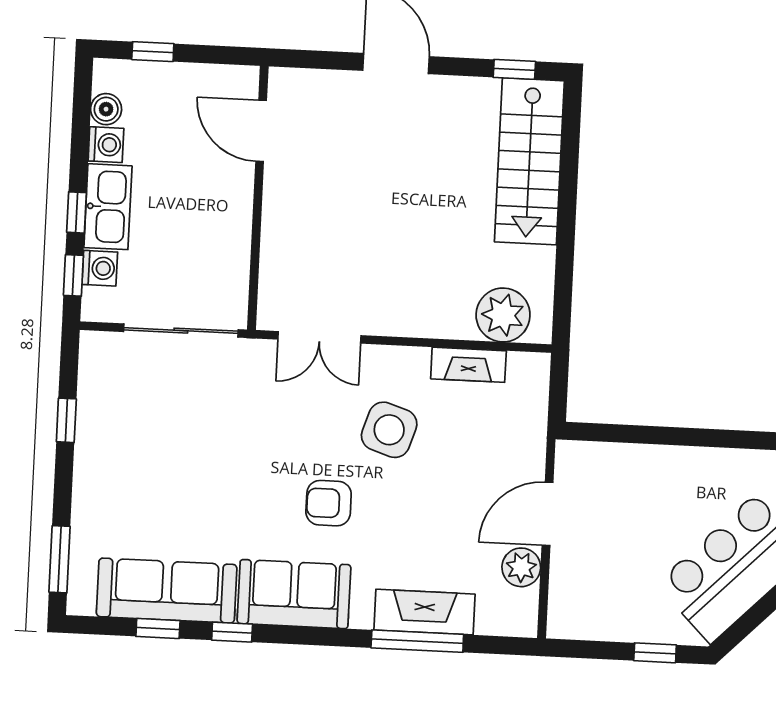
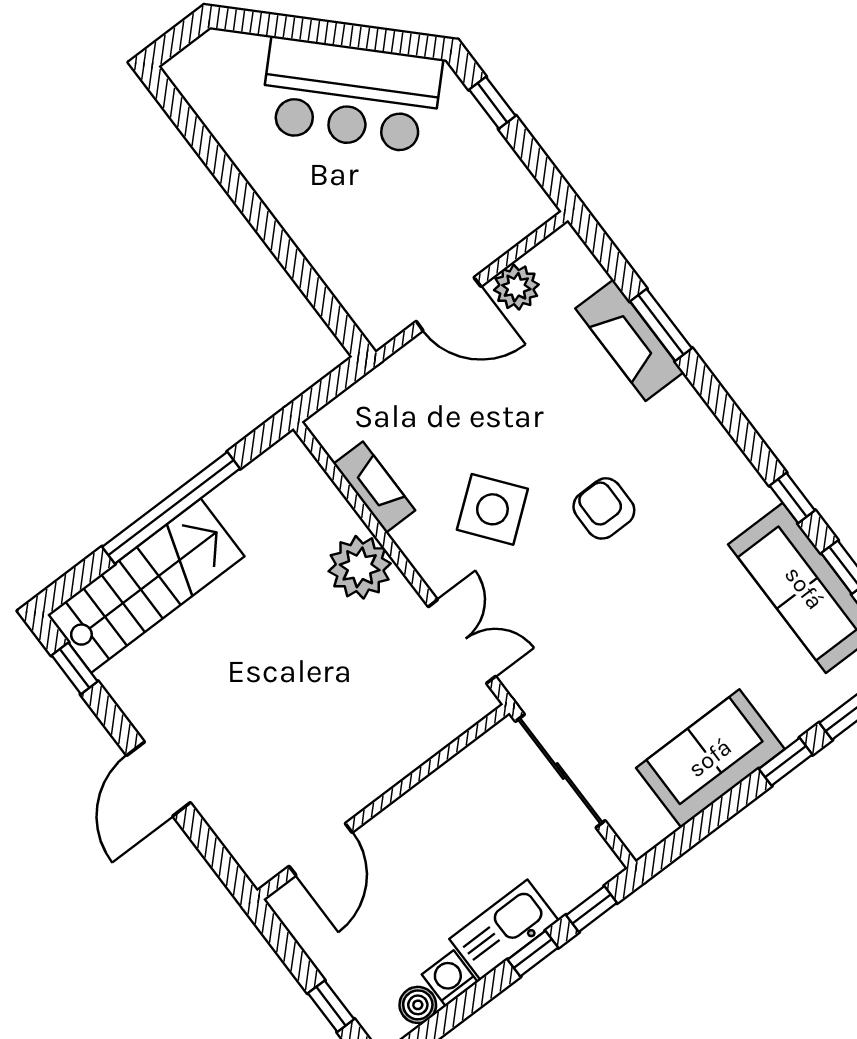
window: (567, 221) -> (171, 508), added
washing machine: (100, 268) -> (565, 891), removed
plant: (503, 315) -> (360, 567), moved
window: (66, 420) -> (786, 762), moved
side table: (389, 430) -> (492, 509), turned 34
armchair: (329, 503) -> (604, 508), turned 180
sofa: (294, 594) -> (710, 758), moved, turned 90
window: (417, 641) -> (661, 325), width x0.69

